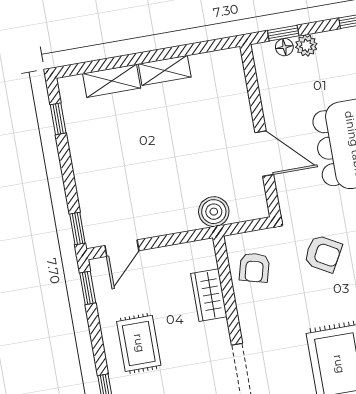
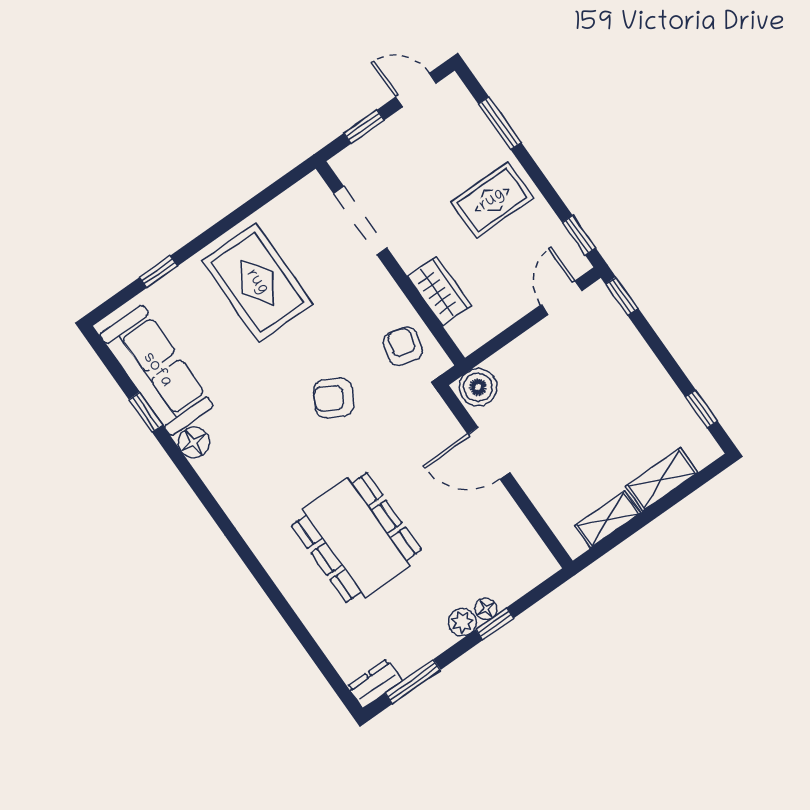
wall: (260, 131) -> (506, 477), moved
door: (264, 154) -> (489, 453), moved
rug: (139, 343) -> (492, 200), turned 90

